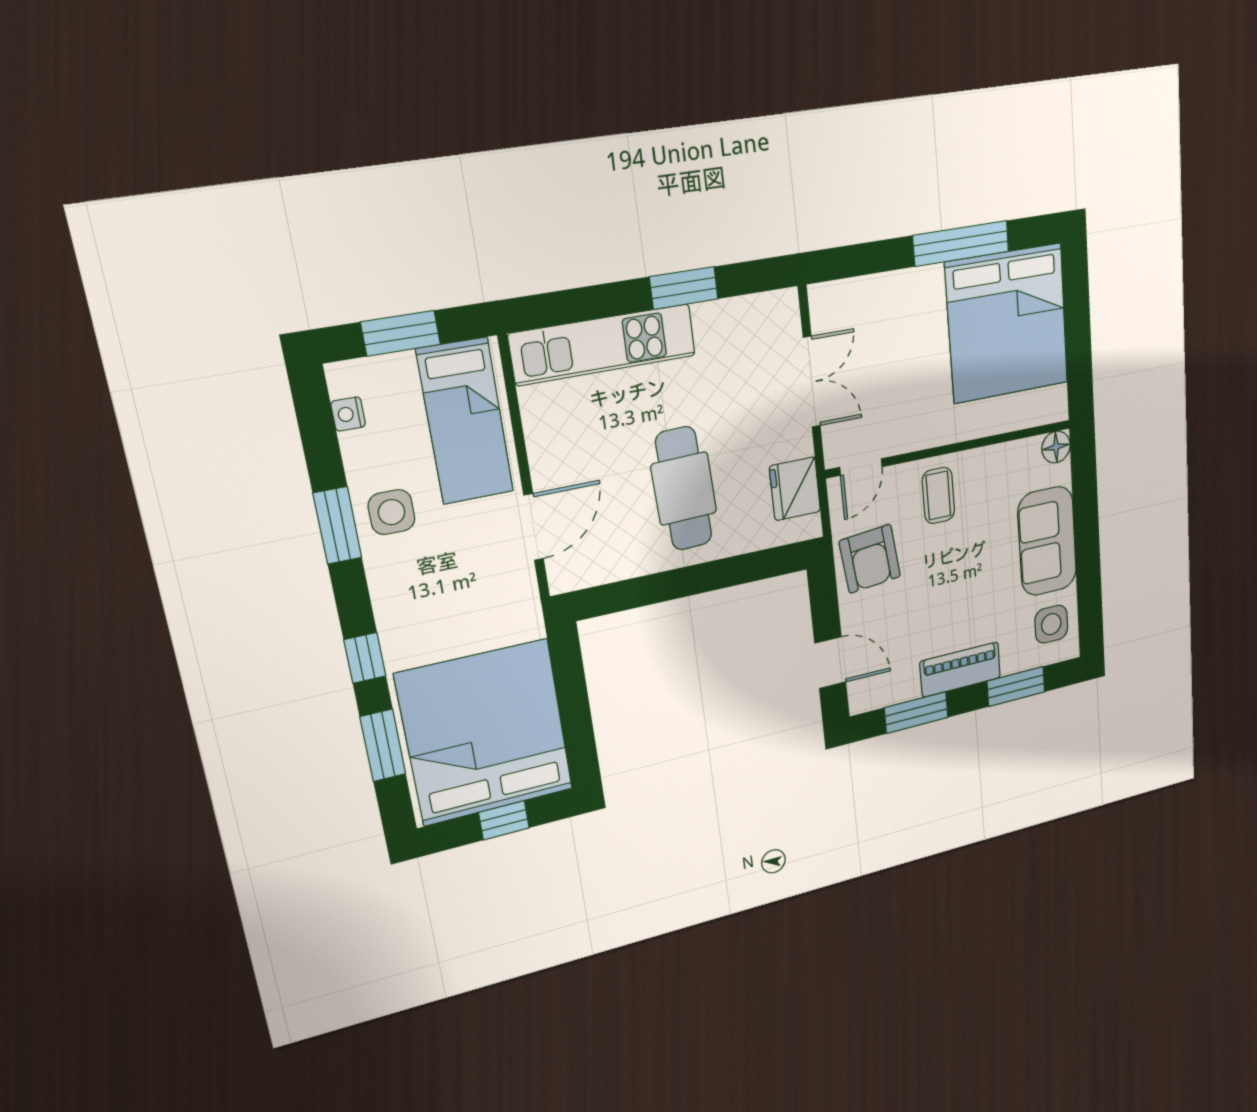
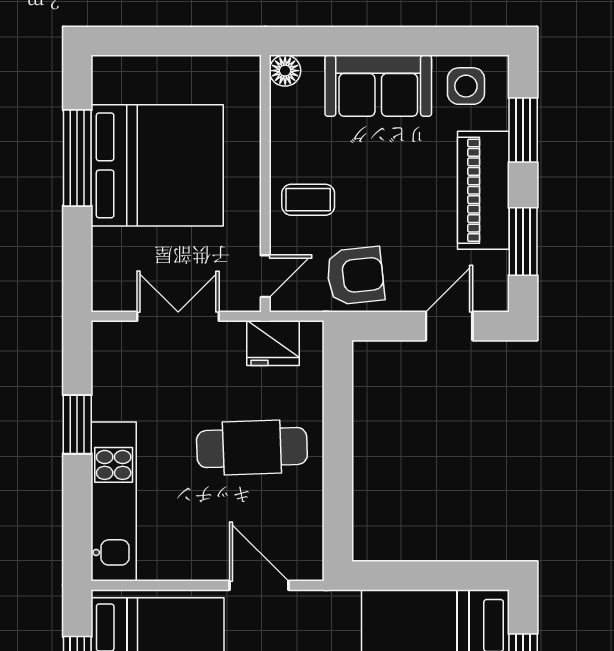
bed: (1007, 323) -> (157, 165), moved
door: (861, 467) -> (265, 276), hinge flipped
piano: (960, 670) -> (483, 190), width x1.37, depth x1.33

